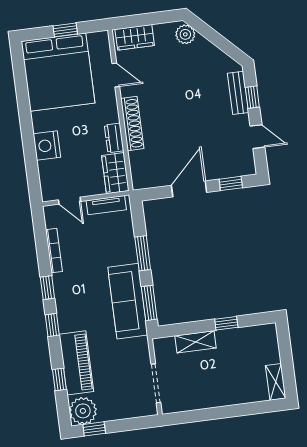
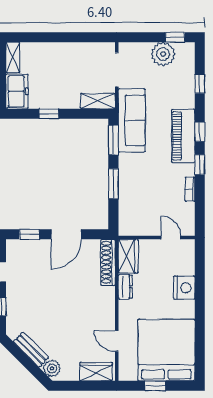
bench: (238, 93) -> (31, 350), moved, turned -45
shoe rack: (132, 123) -> (108, 262), moved
tv unit: (106, 205) -> (139, 229), removed
bookcase: (54, 251) -> (190, 189), width x0.64
sofa: (128, 301) -> (132, 120), moved
shelving: (196, 342) -> (98, 101), moved
freezer: (266, 344) -> (17, 91), added
piano: (76, 363) -> (183, 136), moved
plant: (83, 411) -> (163, 54), moved

